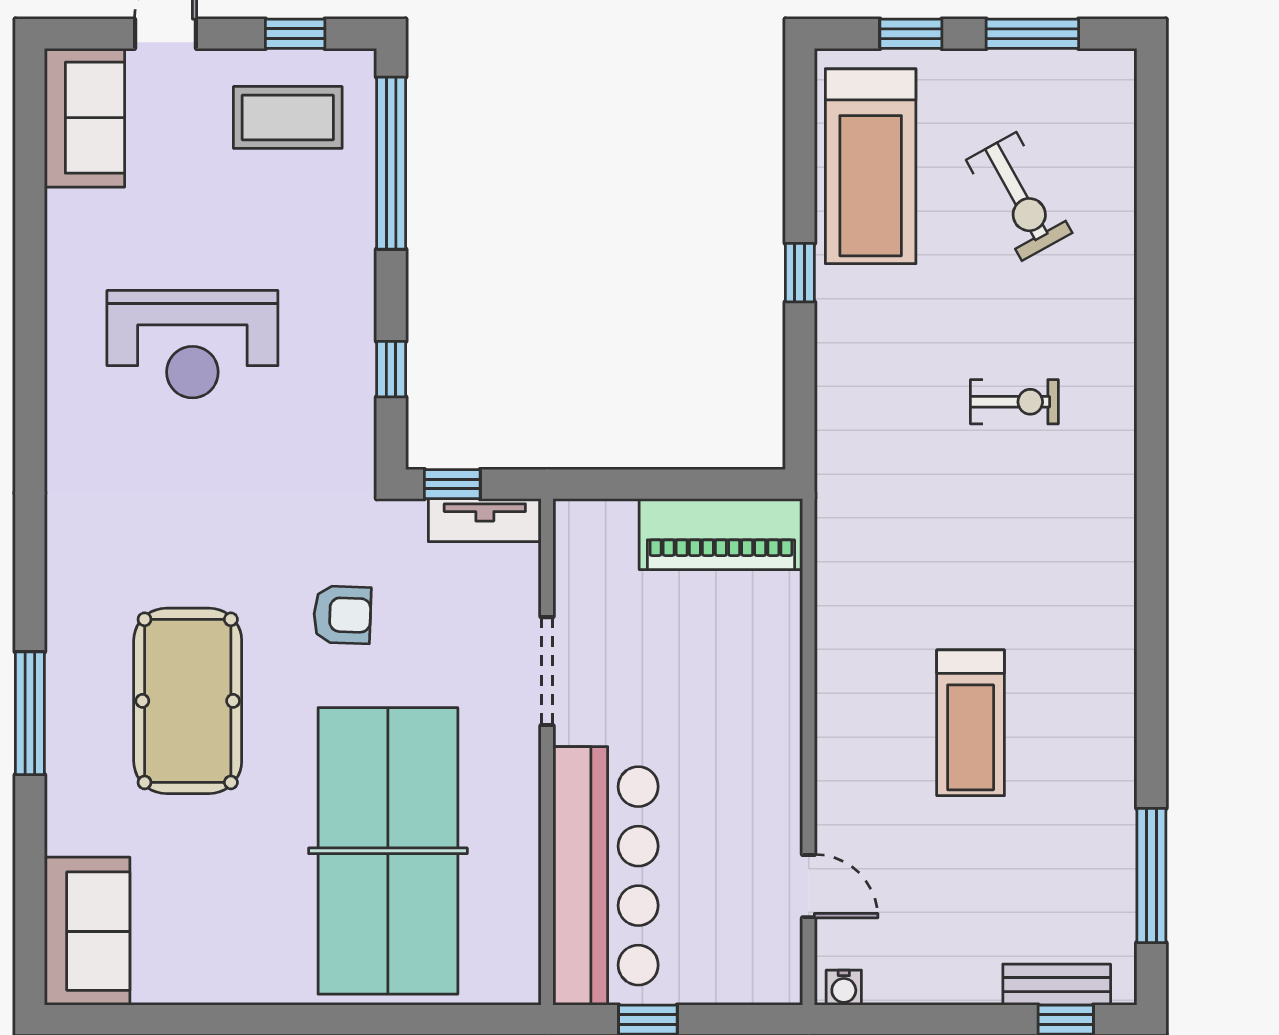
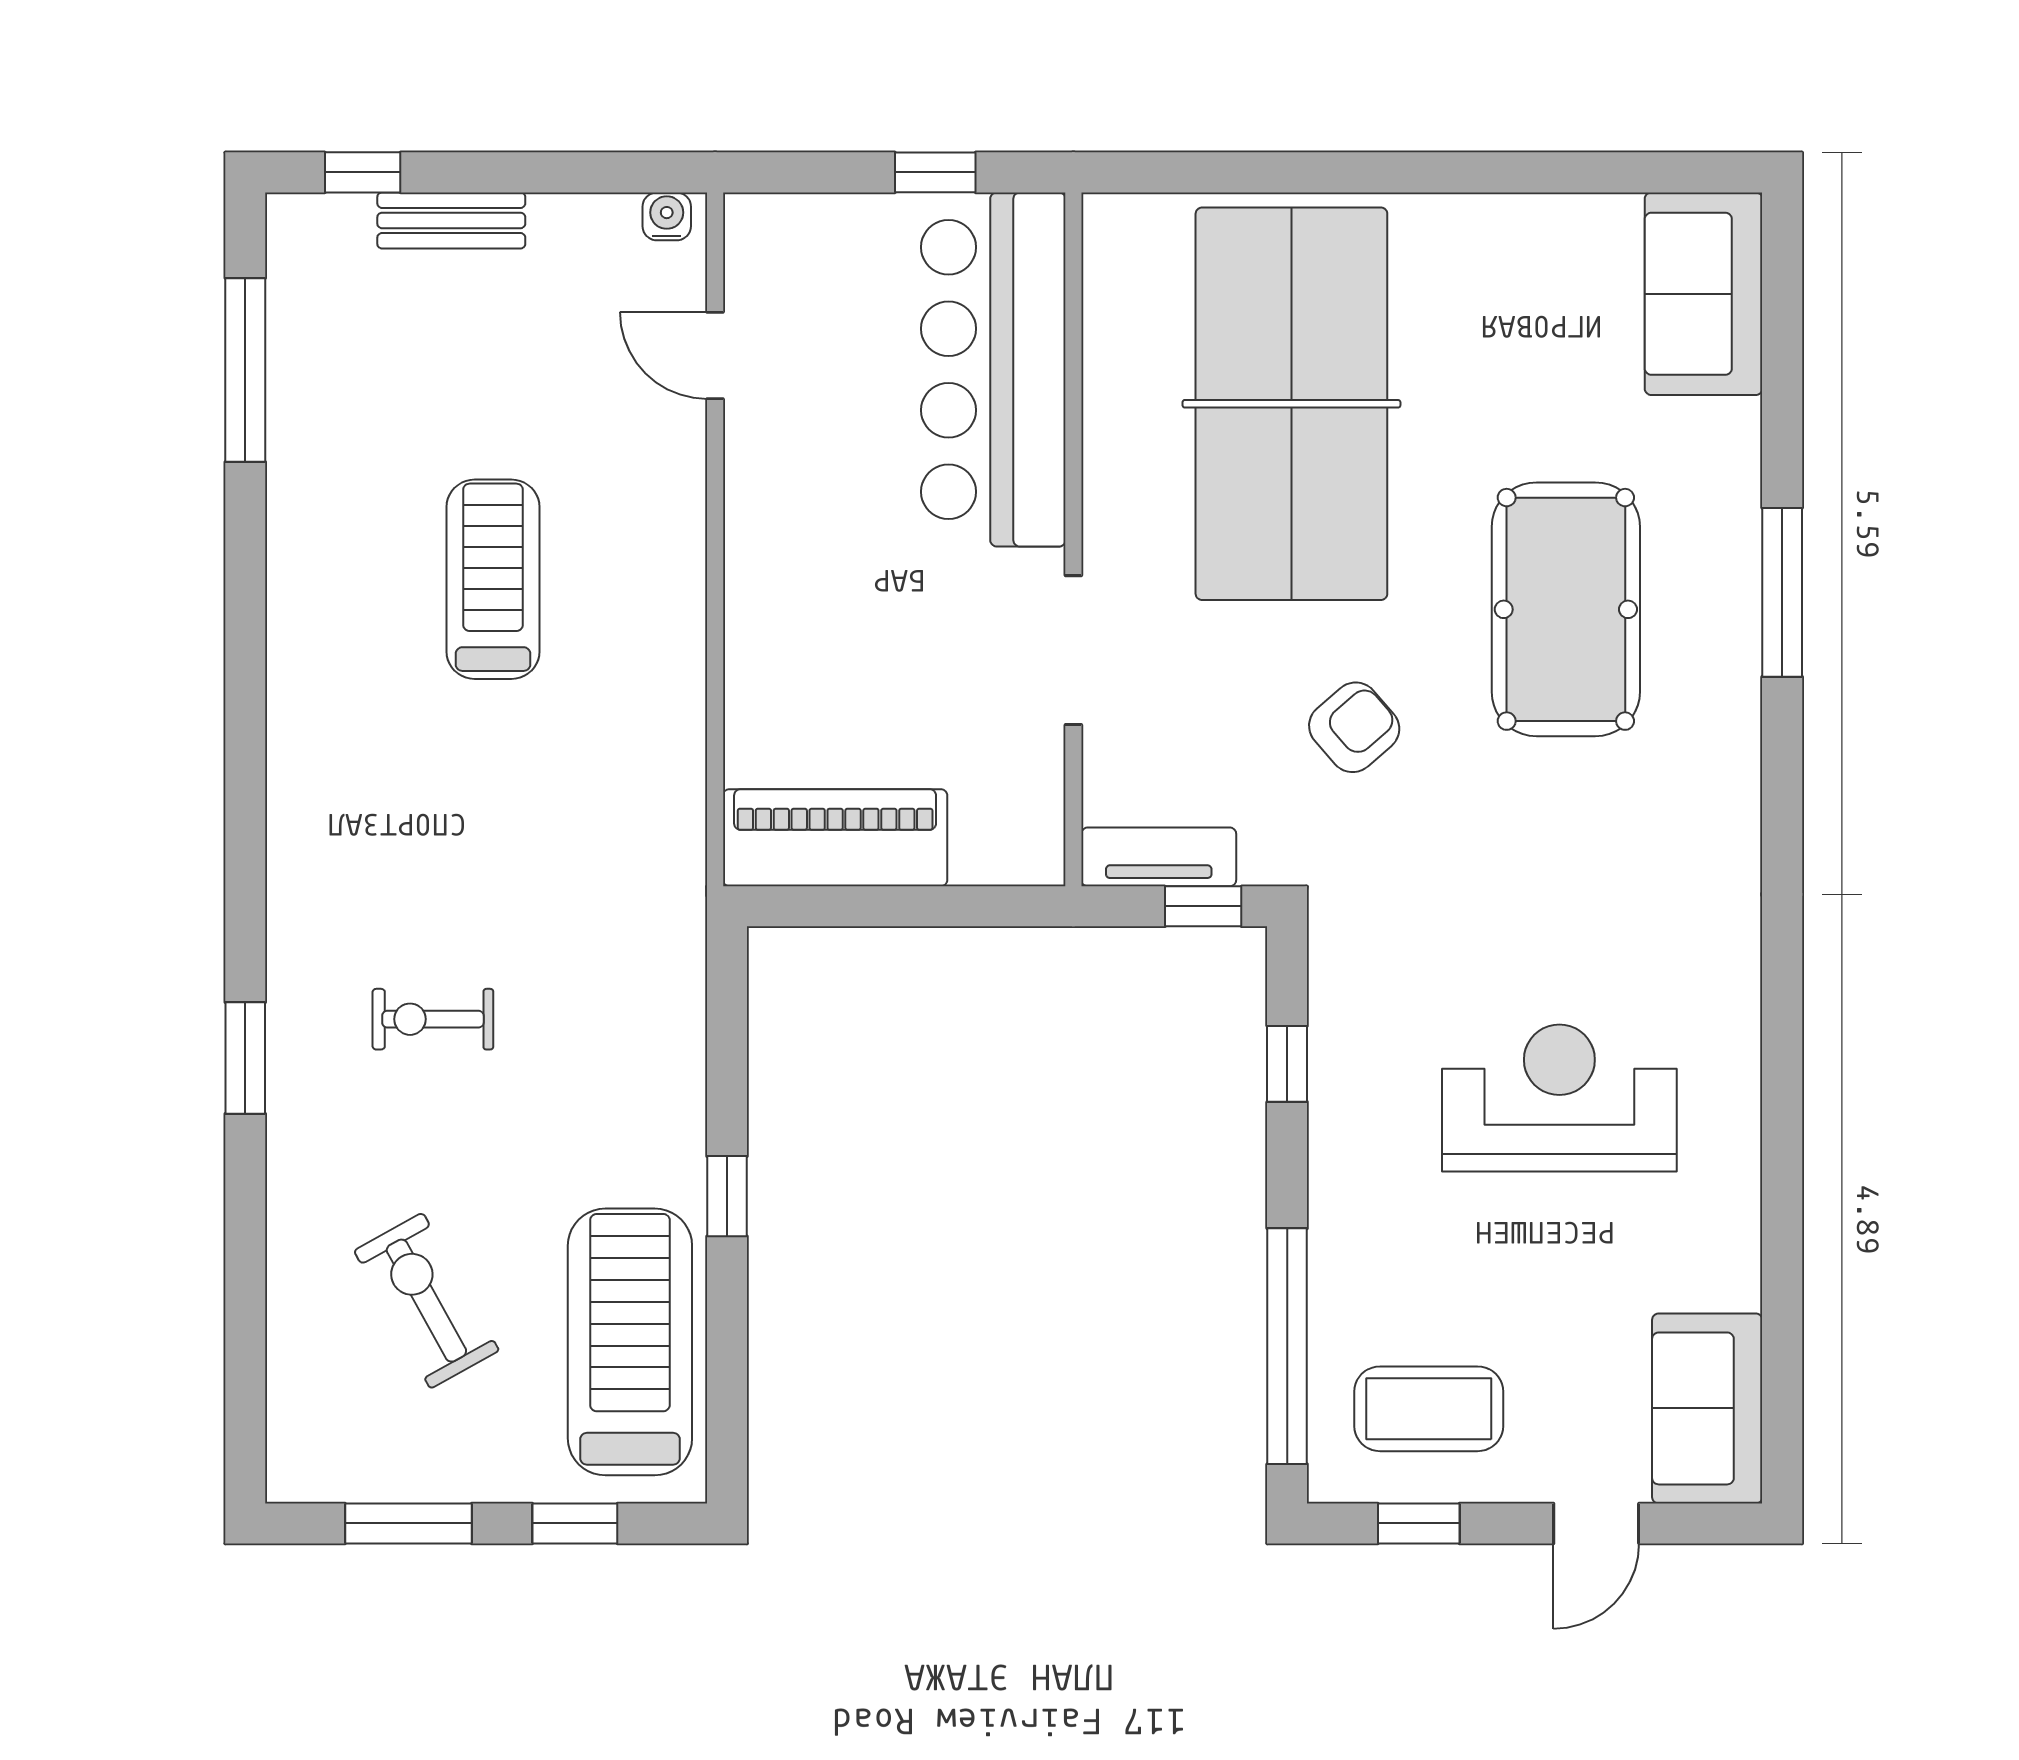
window: (1151, 373) -> (245, 1058), added
armchair: (342, 615) -> (1354, 727), turned 137
bench: (1057, 985) -> (451, 220), moved

